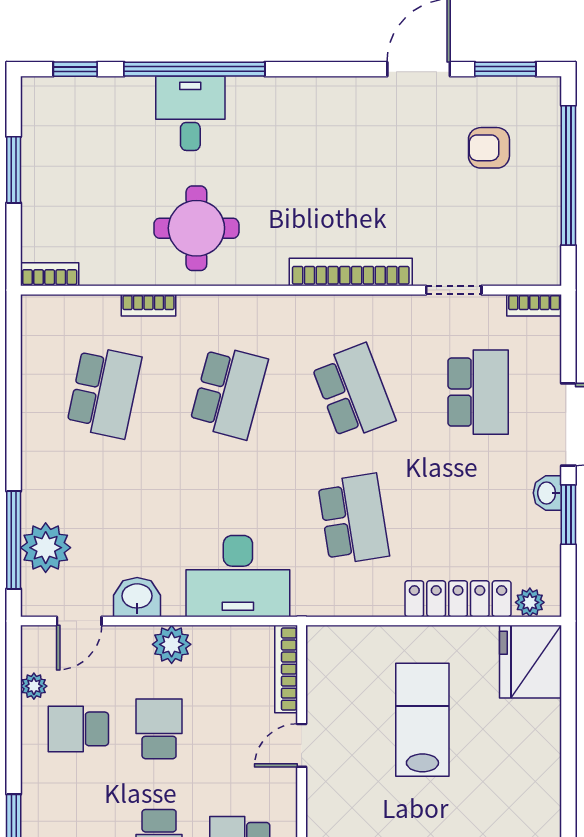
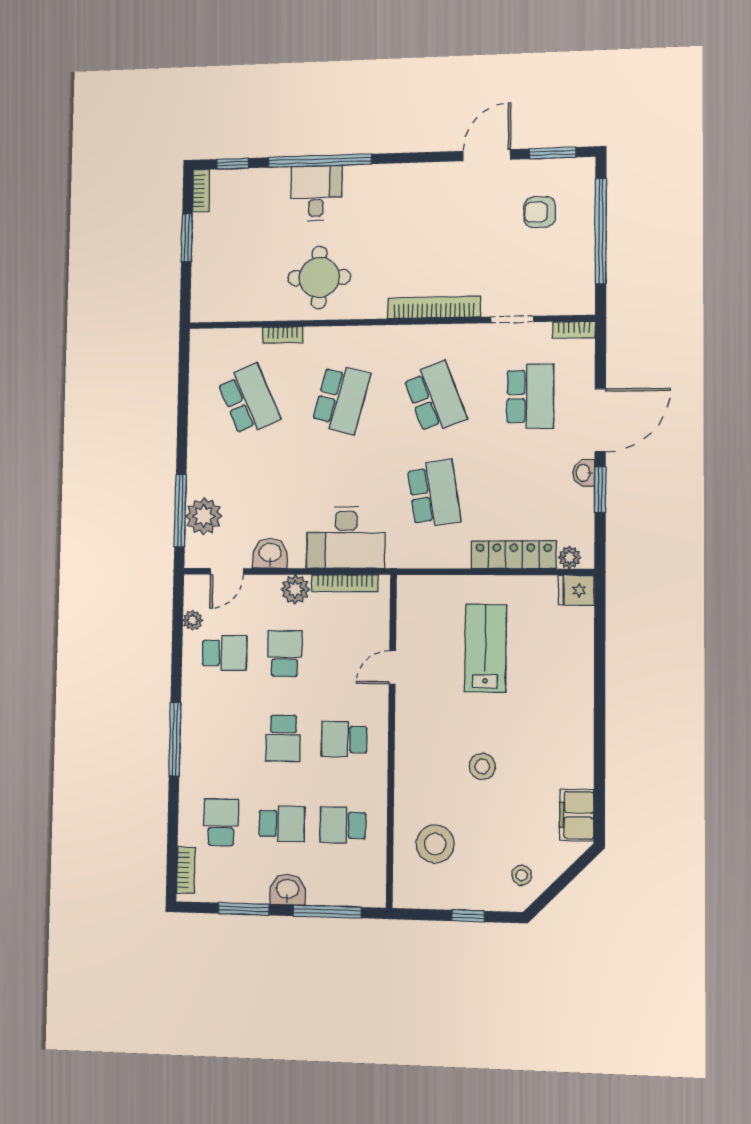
bookcase: (50, 274) -> (201, 191), moved, turned 90
school desk: (104, 392) -> (249, 400), turned -36
fridge: (531, 662) -> (576, 590), width x0.53, depth x0.75
bookcase: (286, 669) -> (345, 583), moved, turned -90
school desk: (78, 729) -> (225, 653), turned 180

